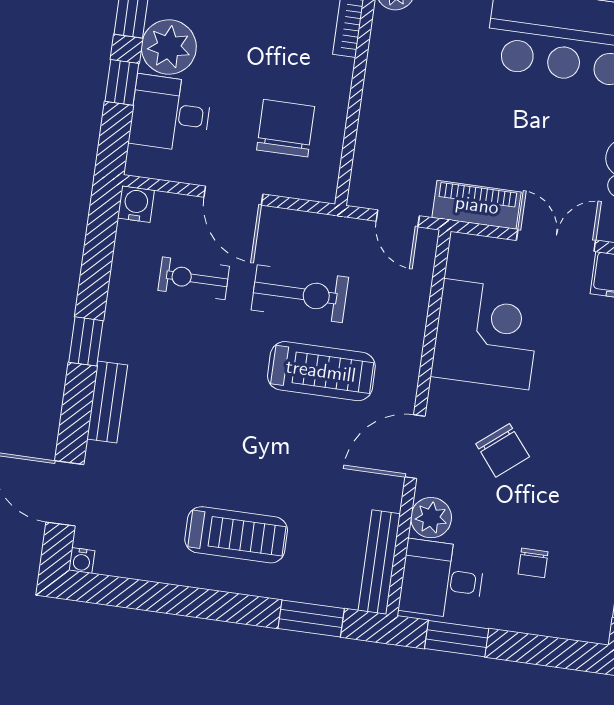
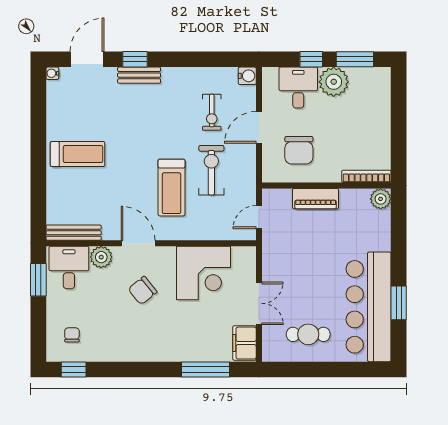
chair: (286, 128) -> (299, 150), turned 90
piano: (477, 205) -> (316, 199), moved, turned 90
exercise bike: (194, 278) -> (212, 112), turned 180
exercise bike: (300, 294) -> (211, 170), turned 180
window: (86, 341) -> (135, 59), moved
treadmill: (236, 535) -> (78, 154), turned -90
chair: (533, 563) -> (72, 335), moved, turned 90
window: (311, 618) -> (38, 200), removed

